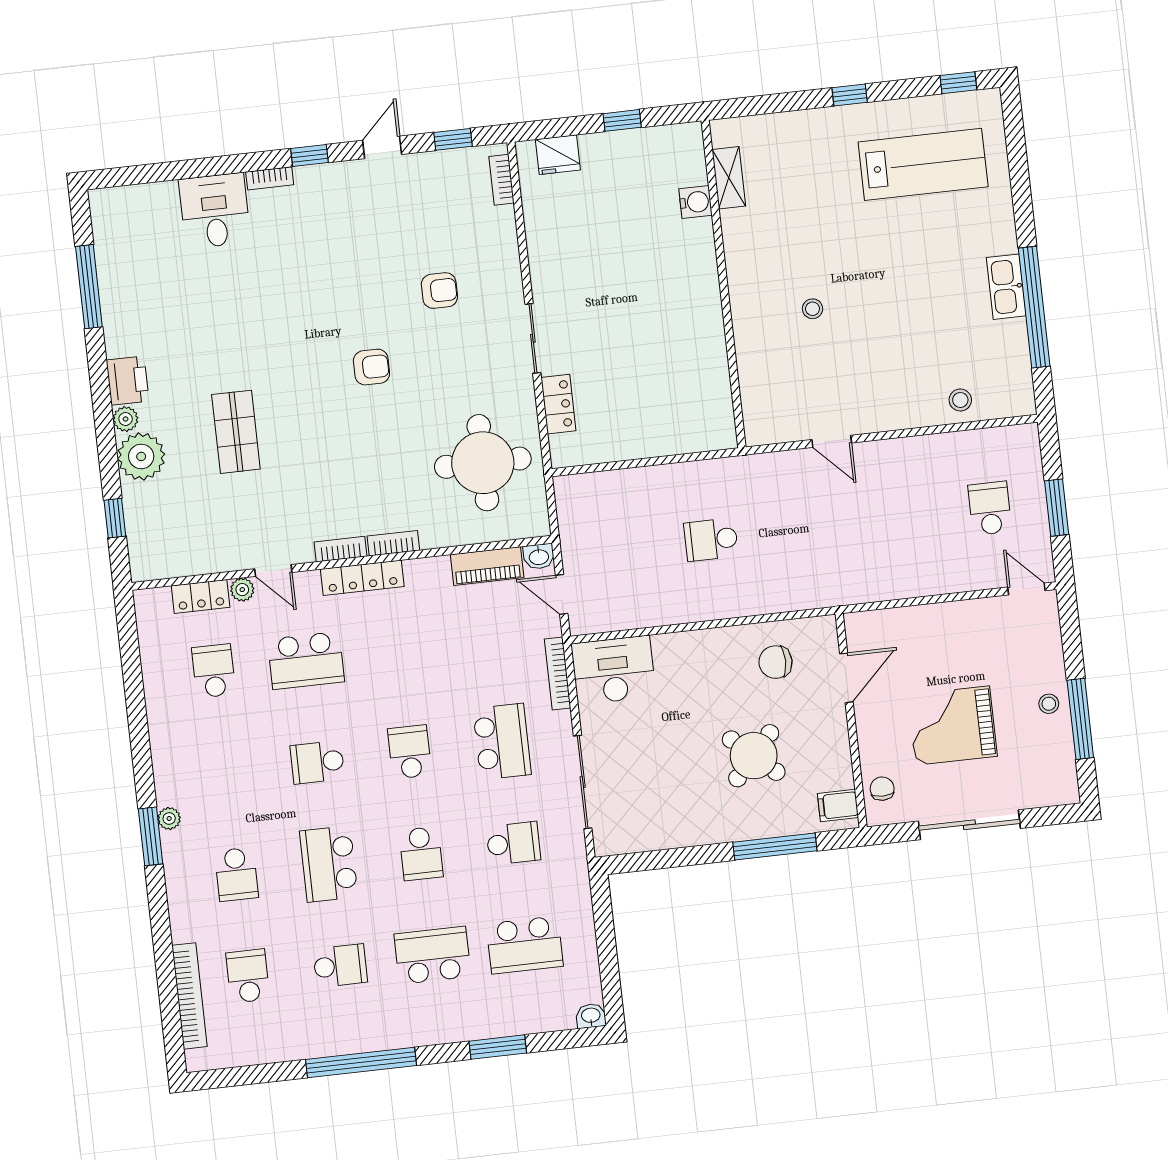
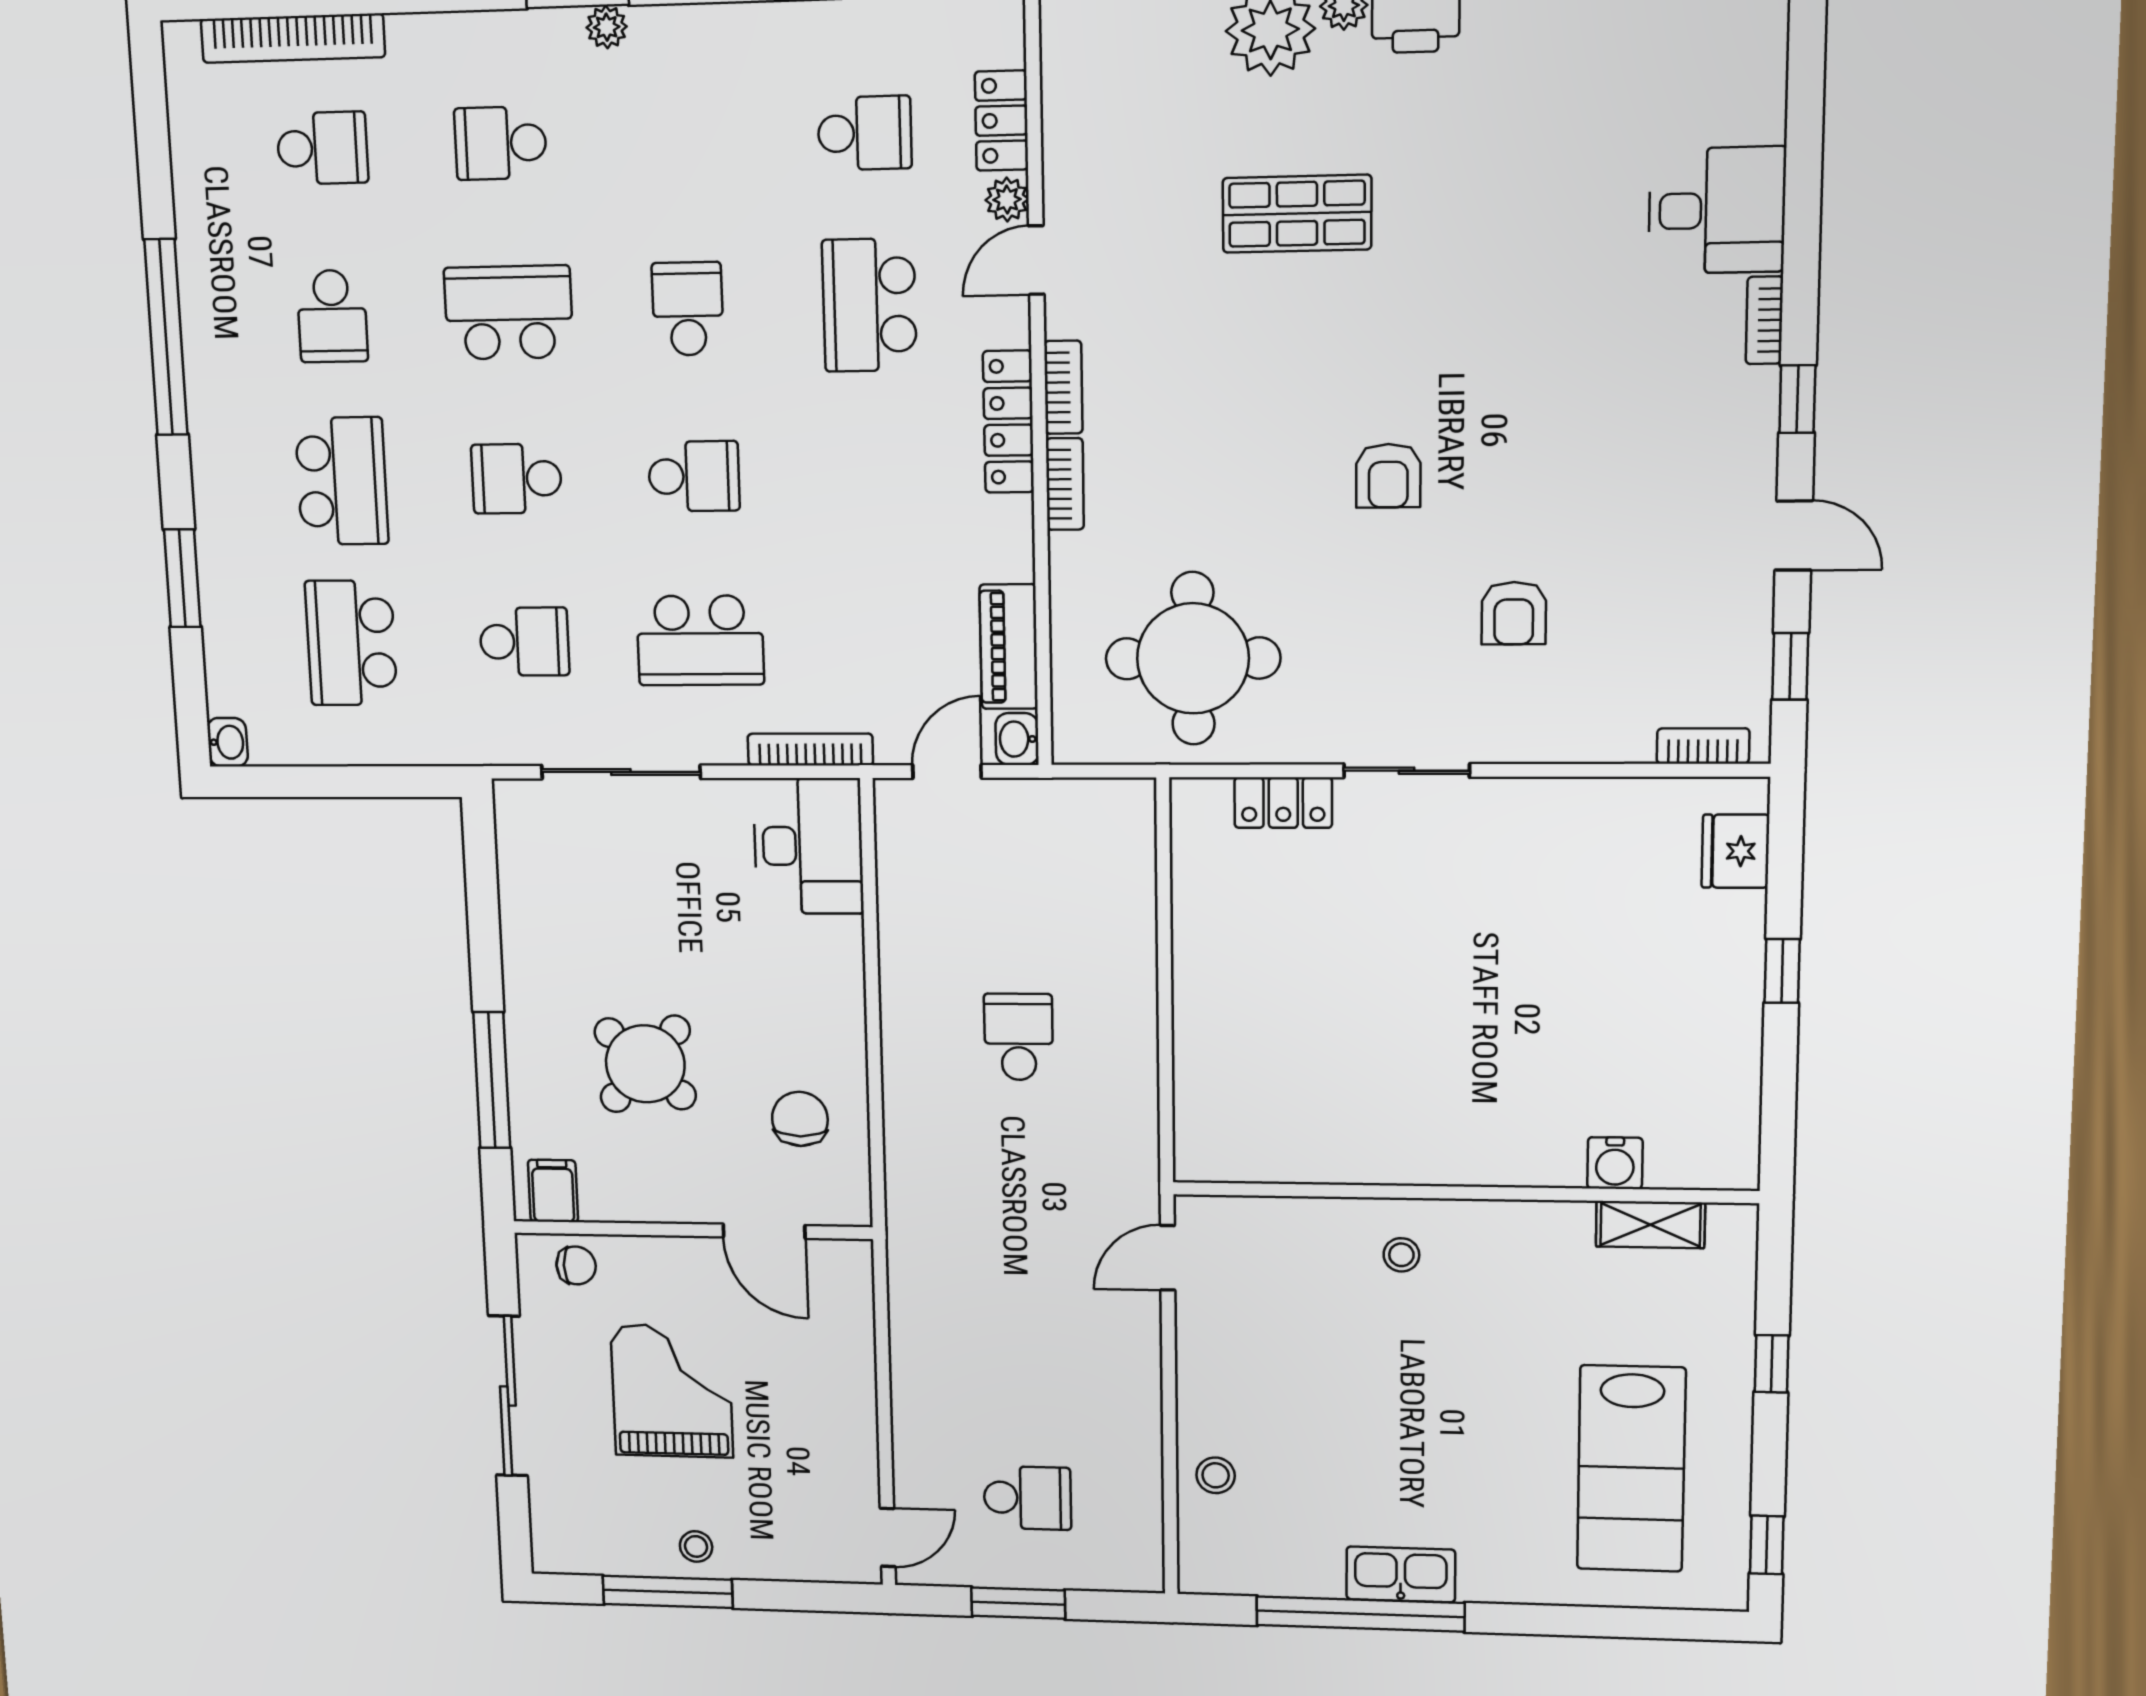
shelving: (729, 178) -> (1650, 1225), moved
water cooler: (695, 202) -> (1615, 1163), moved
wall: (723, 284) -> (1463, 1193), moved
school desk: (513, 843) -> (524, 642), turned -90

